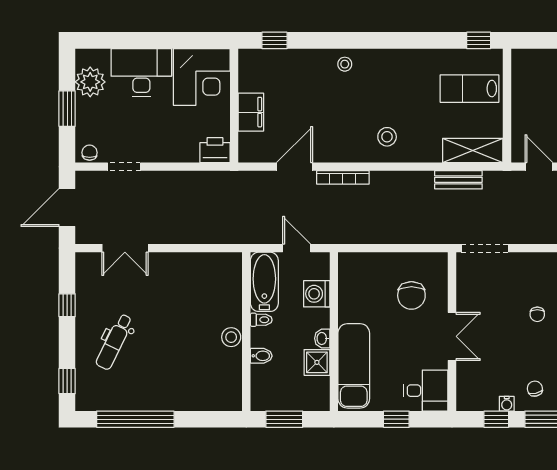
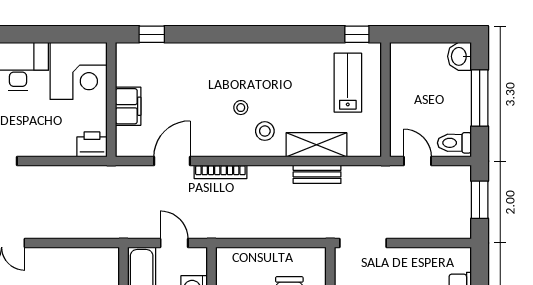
stool: (345, 64) -> (241, 108), moved
lab bench: (470, 89) -> (348, 83), turned 90
shelving: (473, 151) -> (316, 145), moved
bench: (458, 180) -> (317, 174), moved

